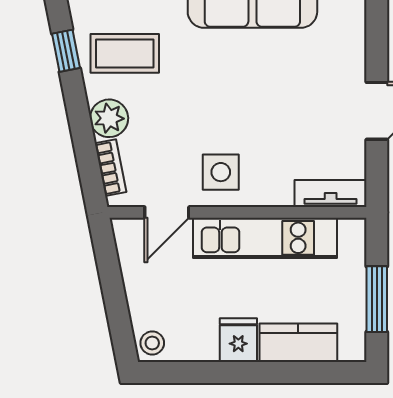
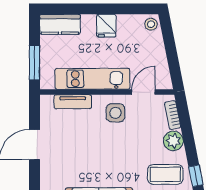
tv unit: (331, 194) -> (73, 102), moved
window: (377, 299) -> (34, 63), moved
kitchen counter: (298, 343) -> (60, 24), moved

